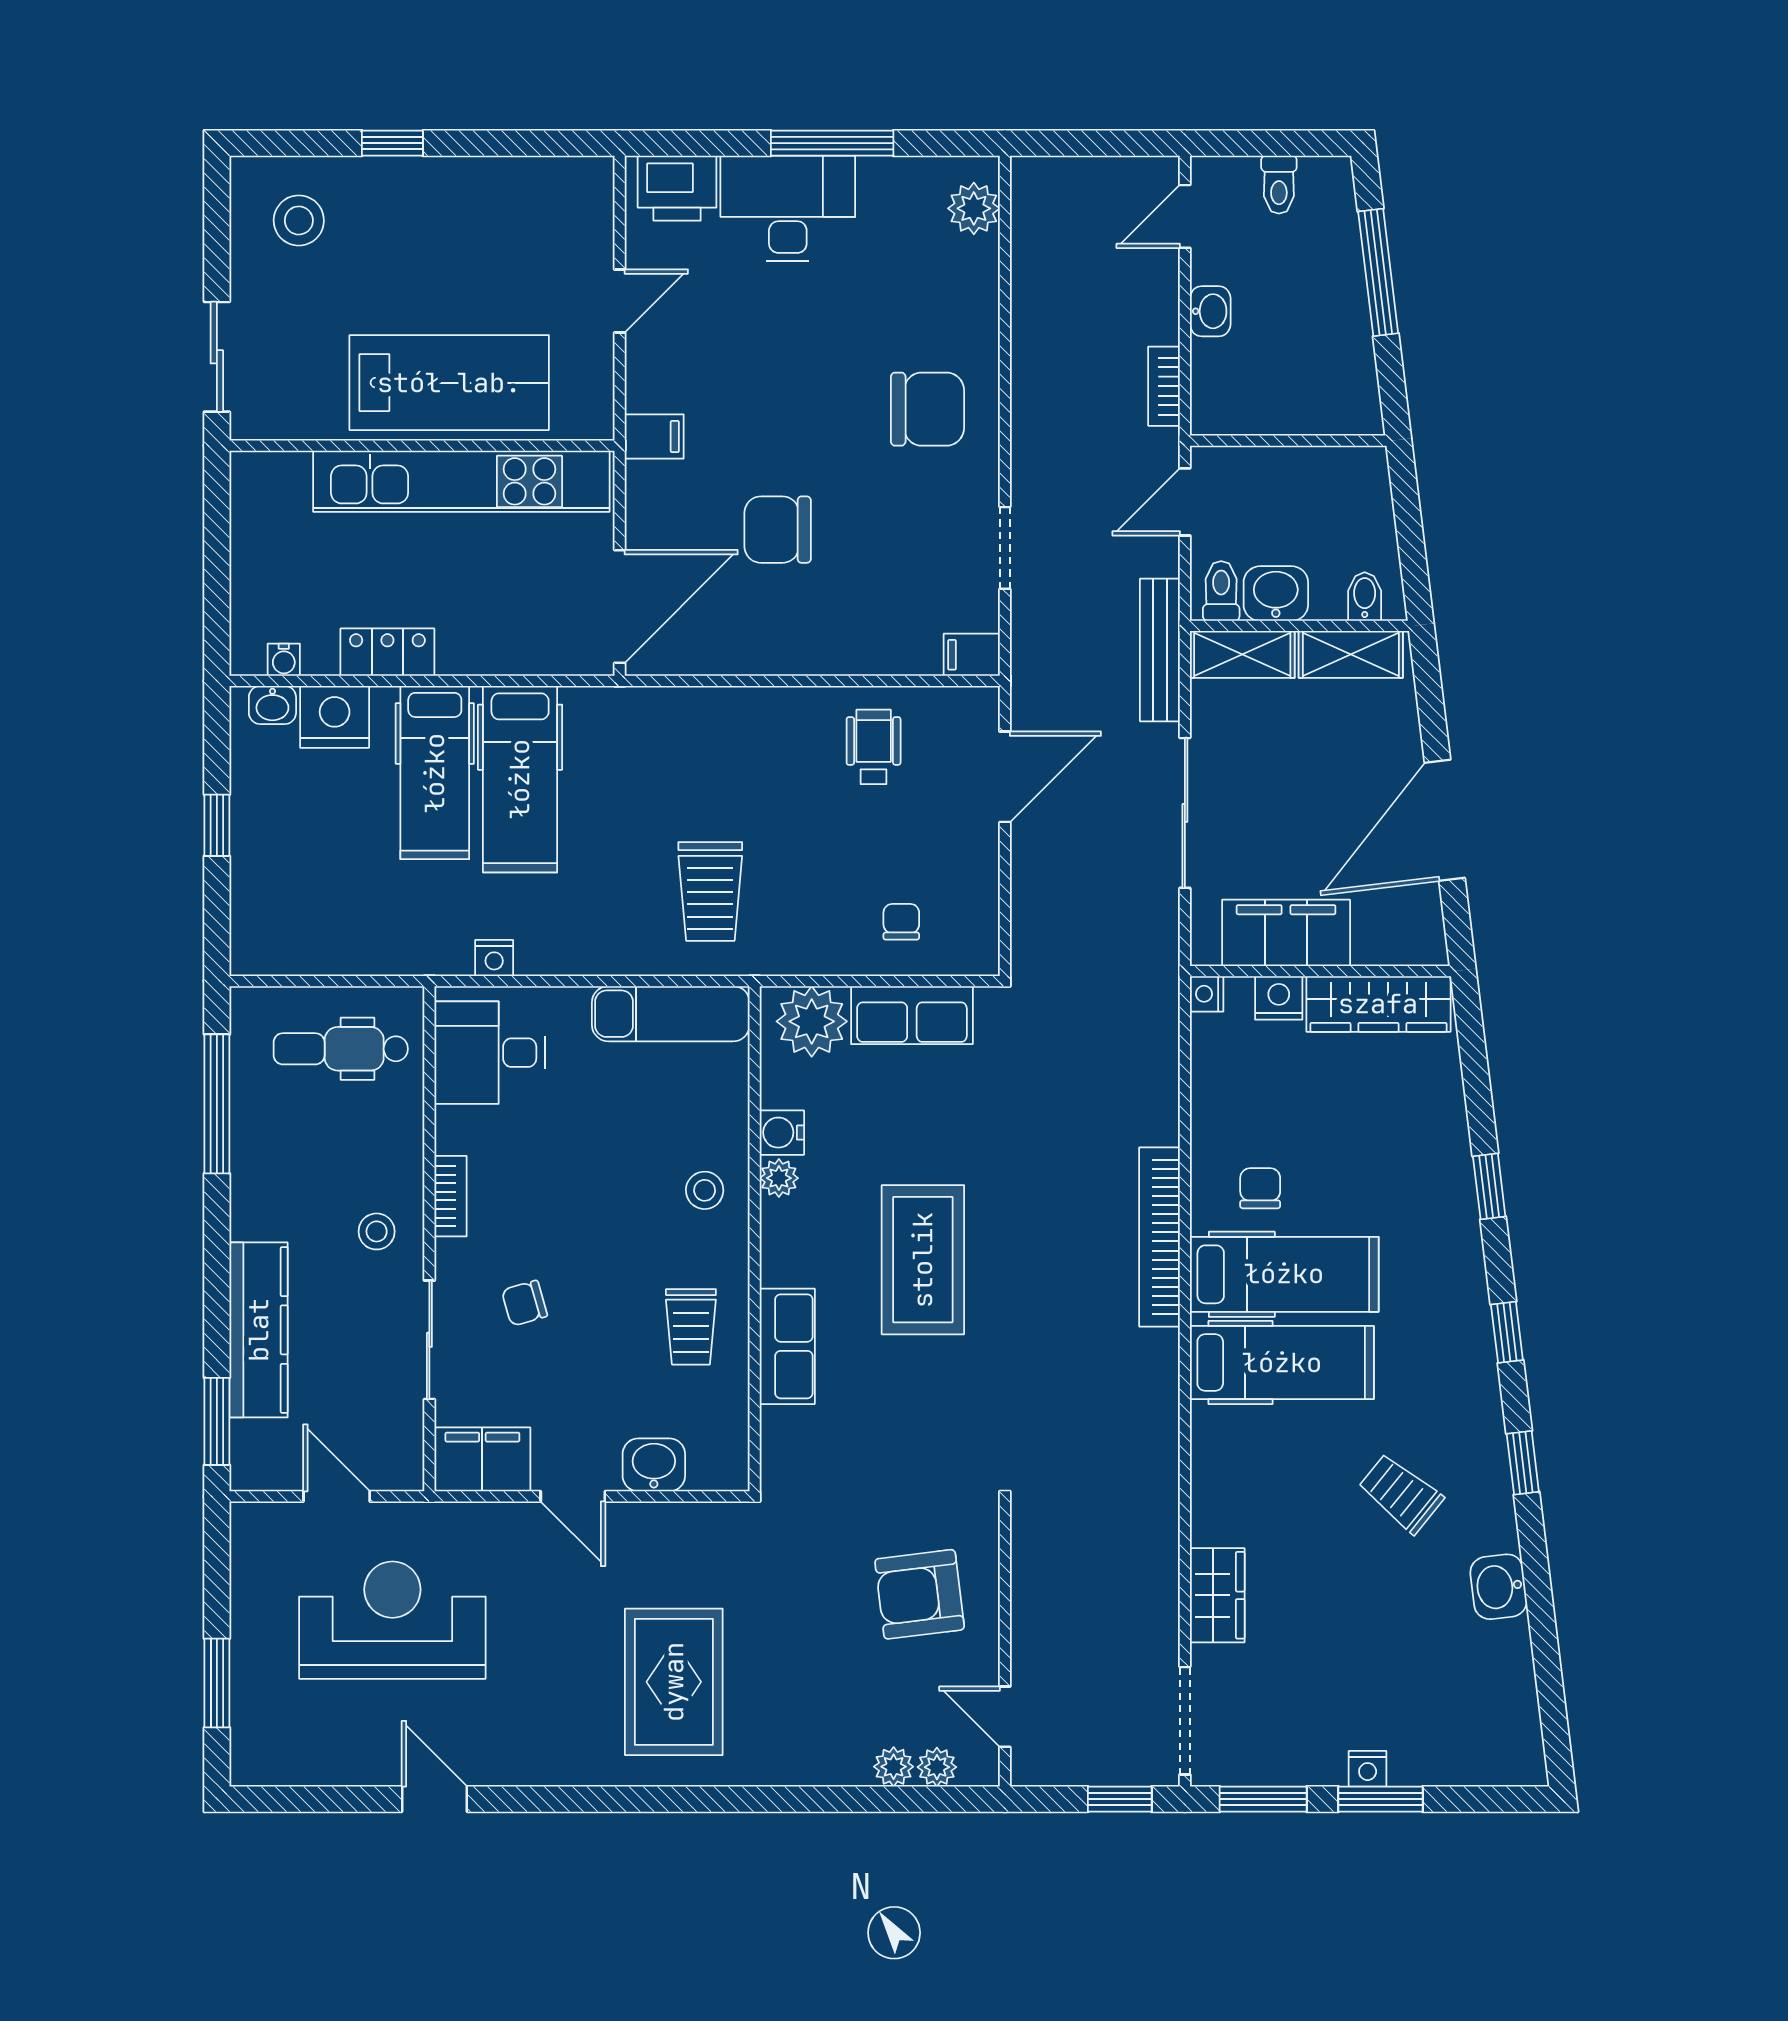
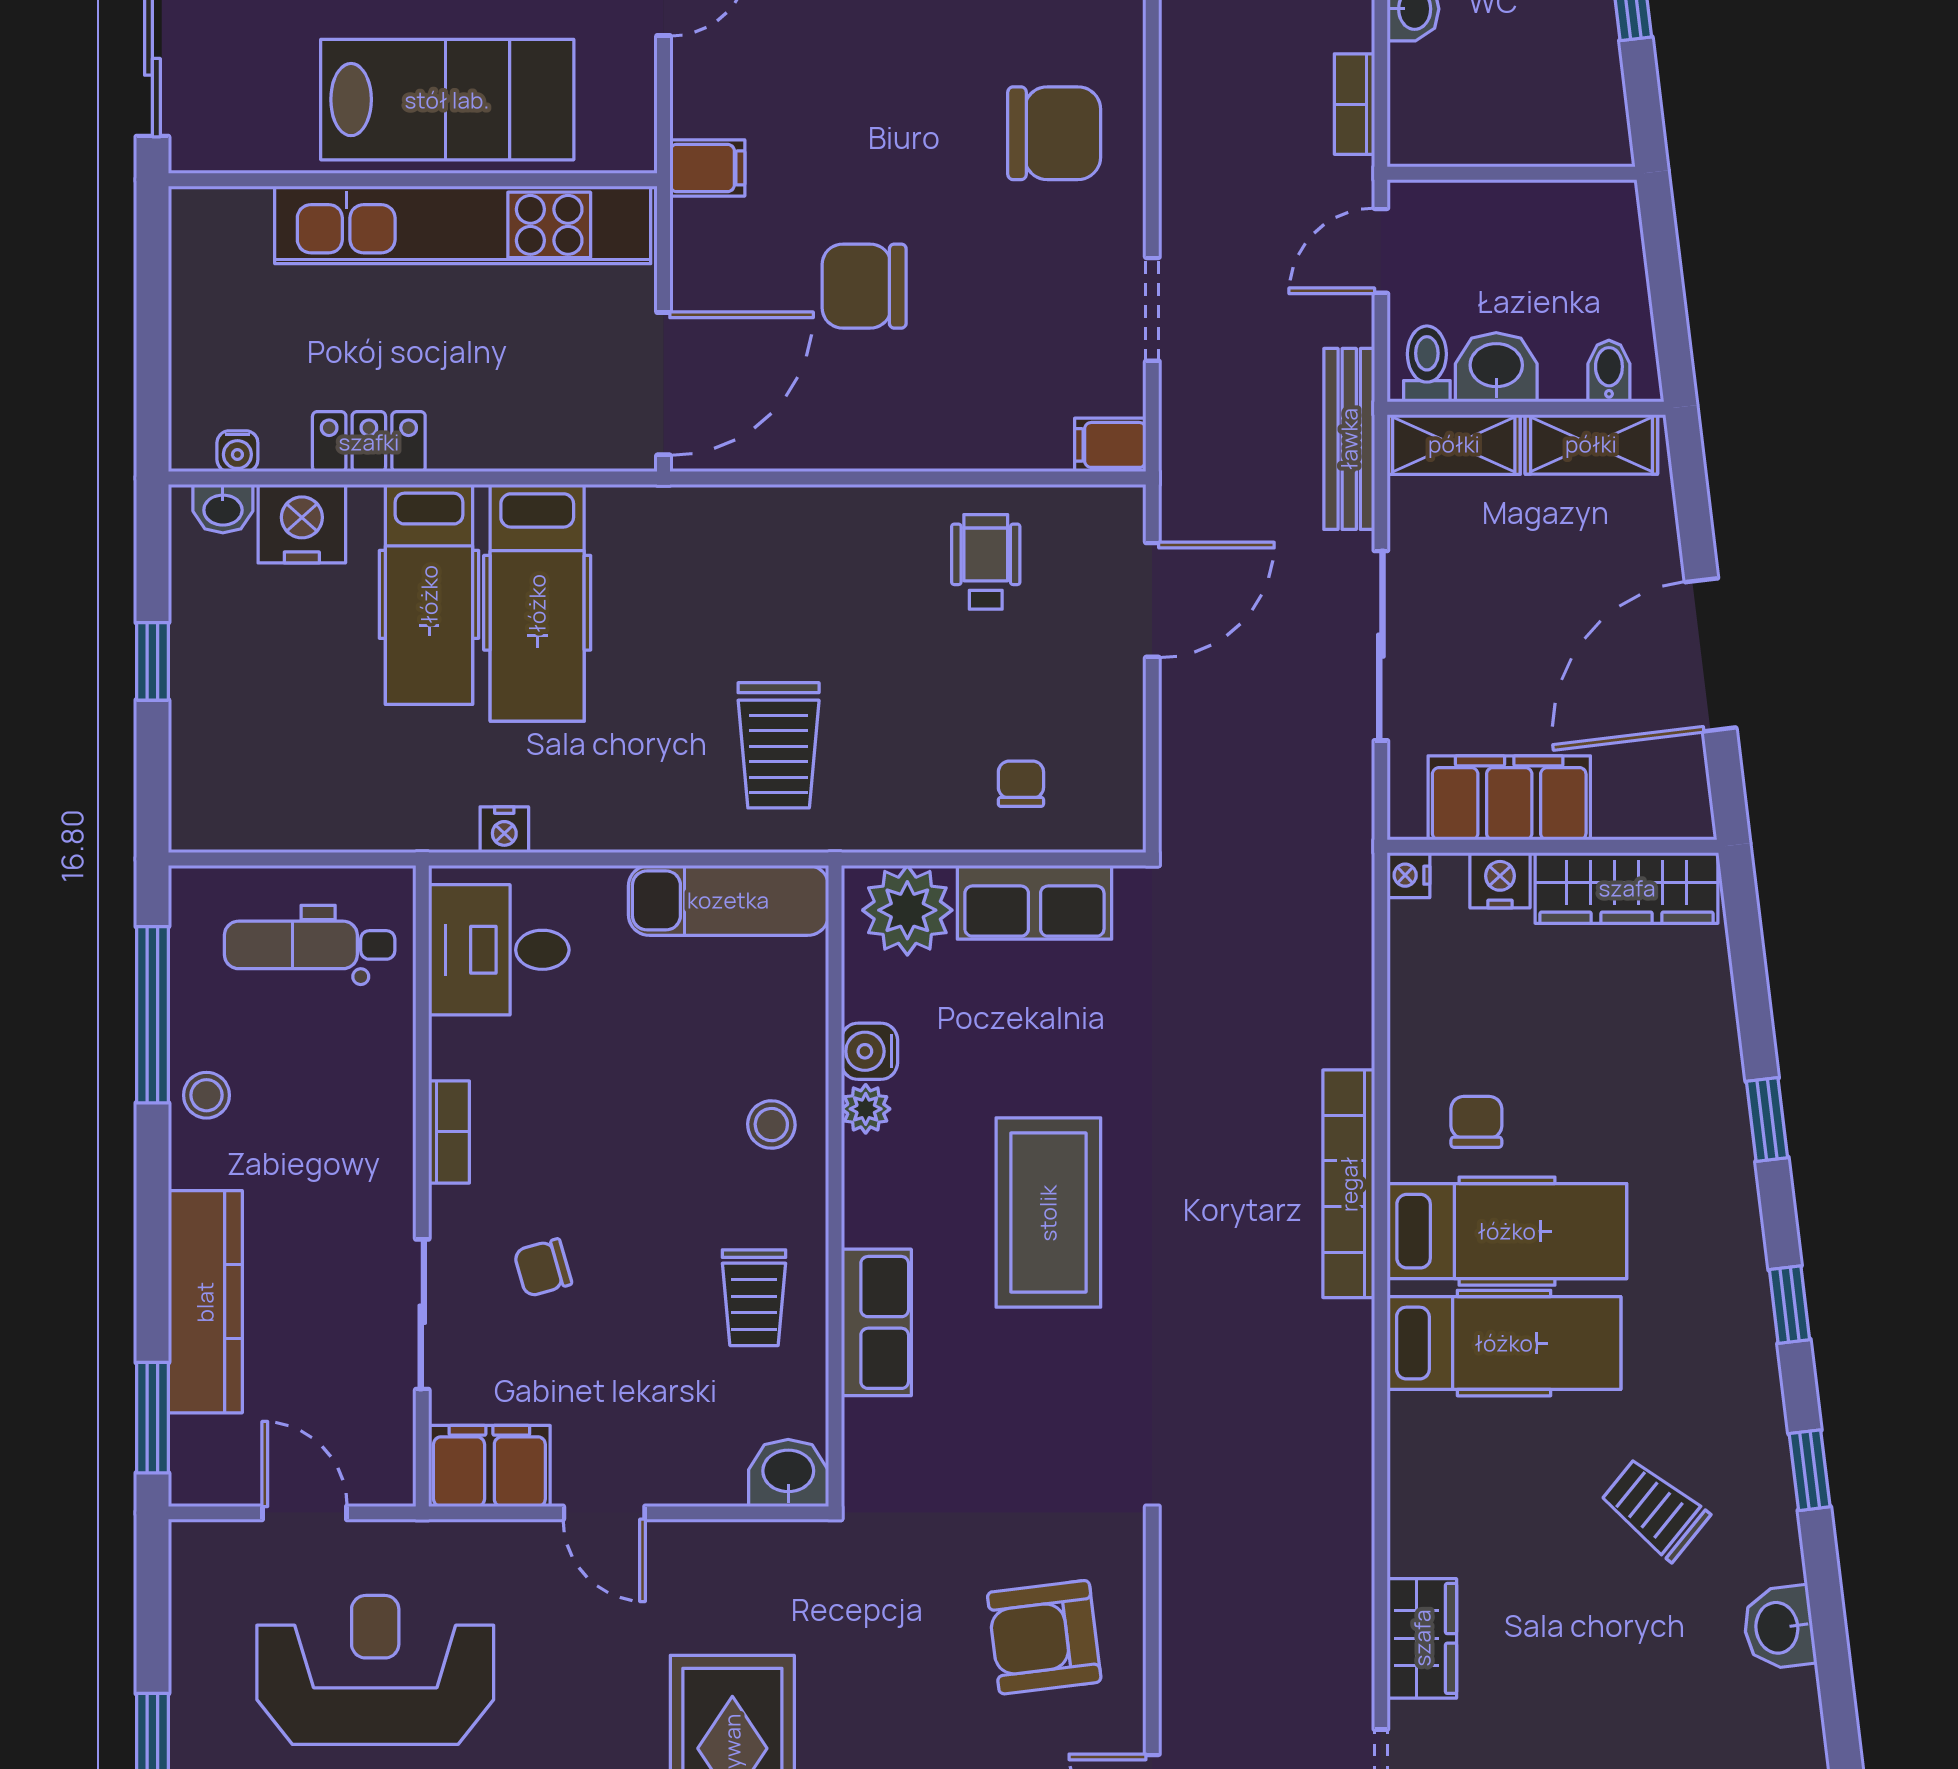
stool: (377, 1231) -> (206, 1095), moved
washbasin: (654, 1465) -> (788, 1473), moved

